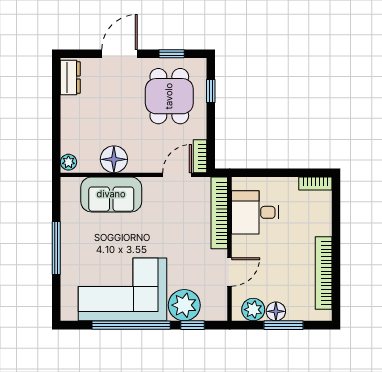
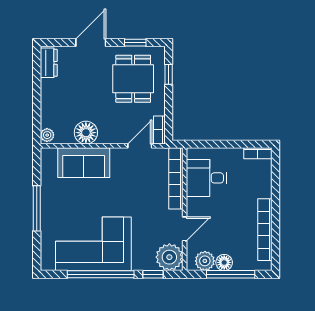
plant: (184, 305) -> (169, 257), moved
window: (283, 325) -> (231, 274), width x1.44

